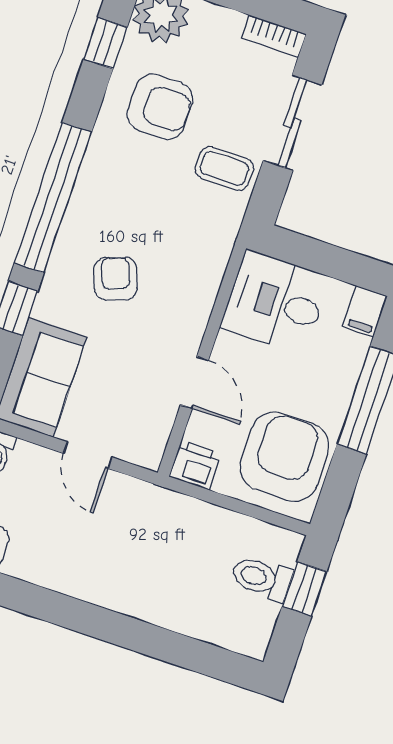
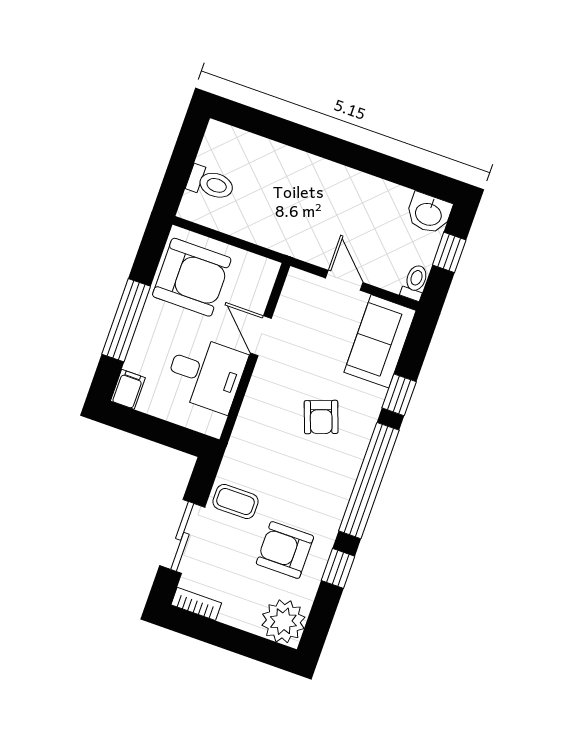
window: (105, 43) -> (338, 568), moved
desk: (275, 302) -> (206, 374), moved
armchair: (284, 457) -> (192, 277), turned -90
printer: (195, 465) -> (261, 272), removed
window: (304, 589) -> (177, 174), removed

